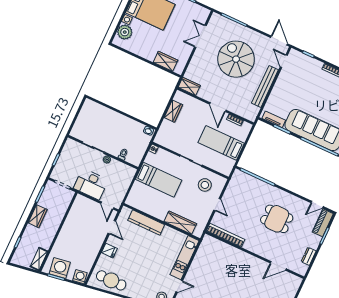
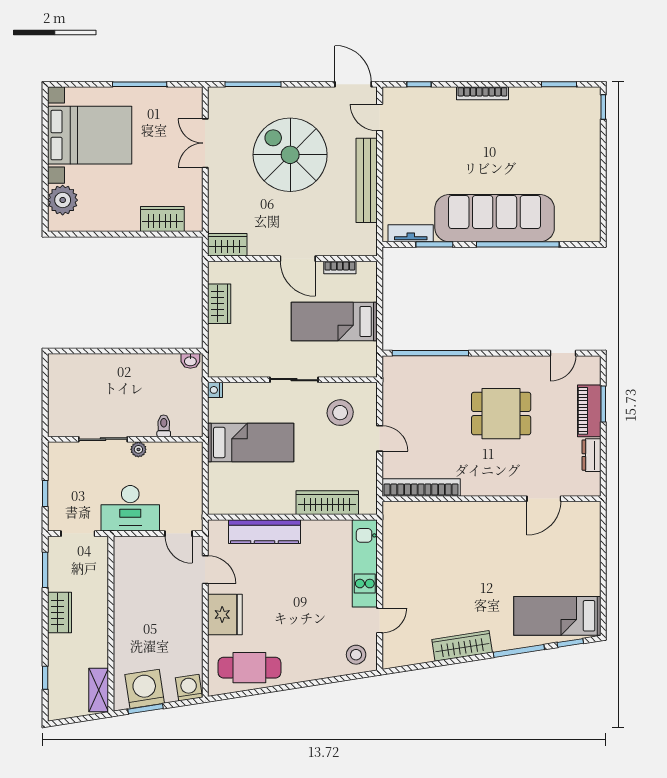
piano: (323, 223) -> (589, 411), moved
fridge: (109, 251) -> (225, 614), width x1.88, depth x1.34

